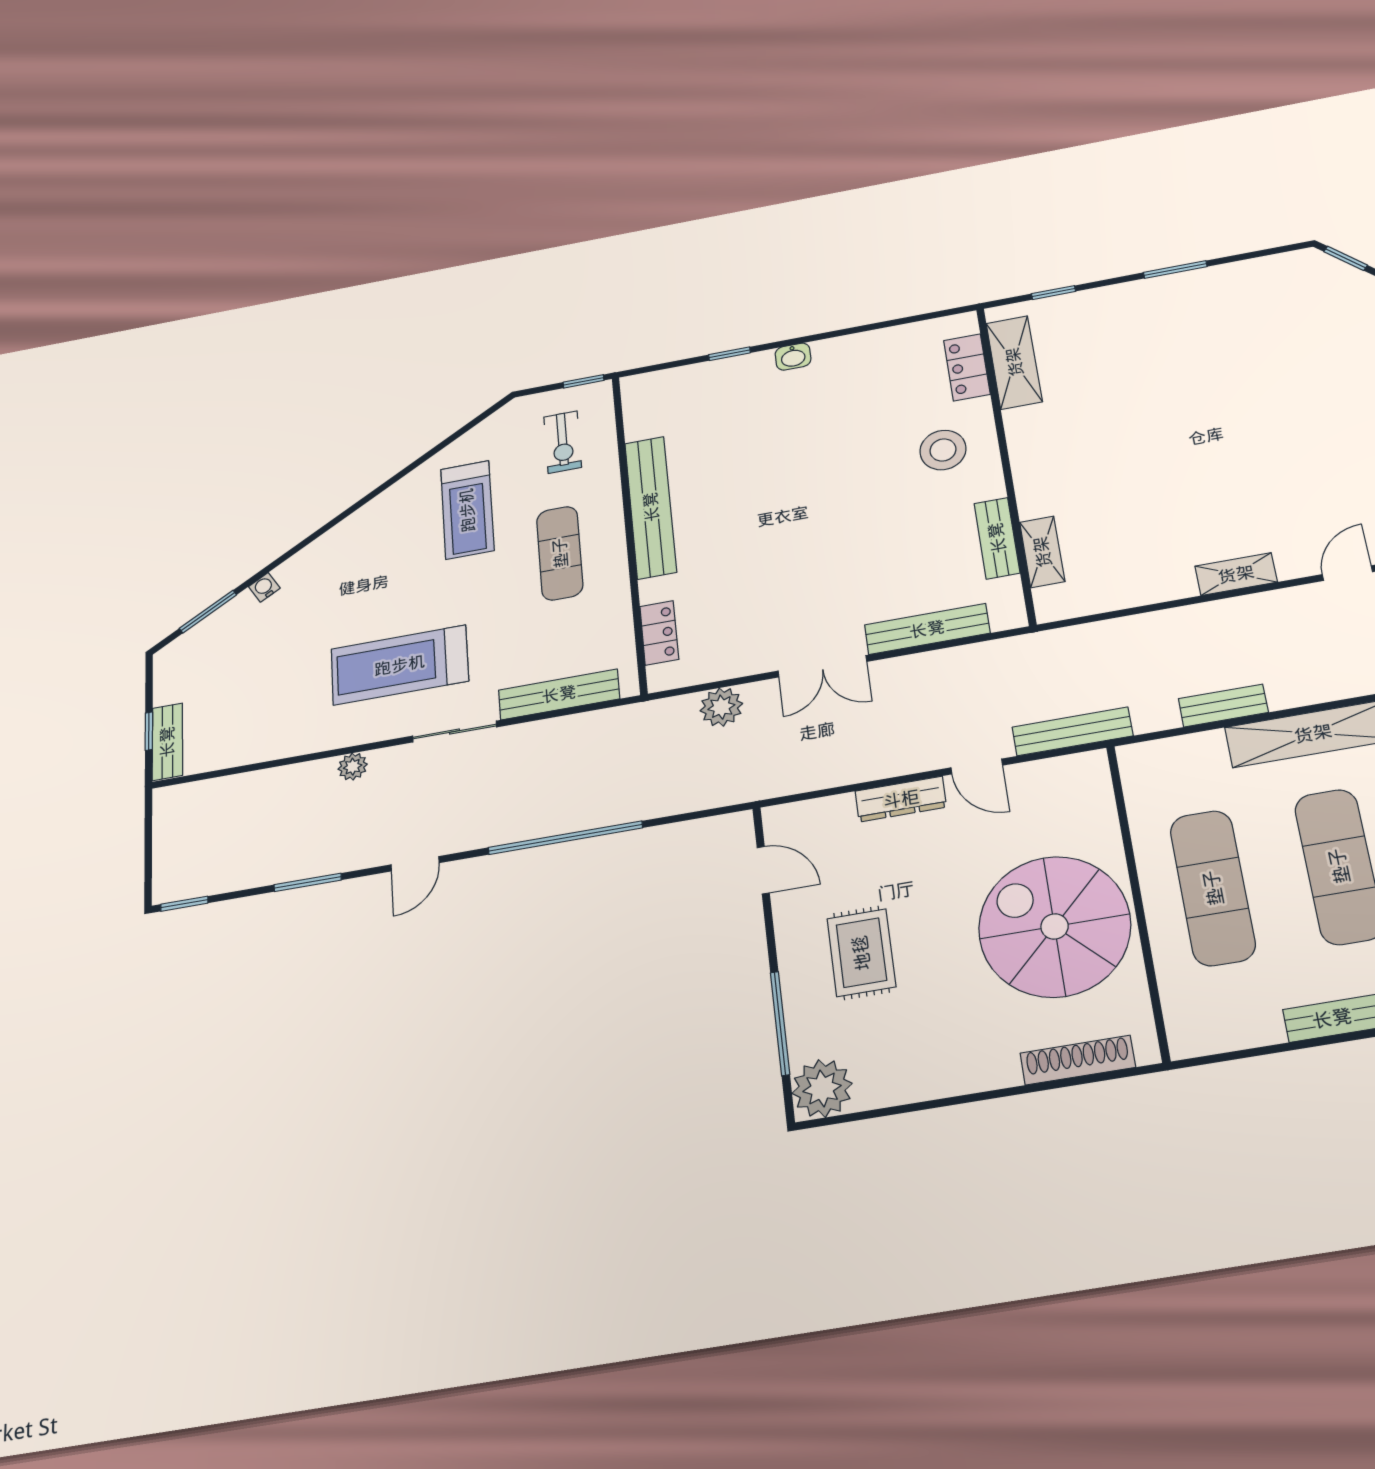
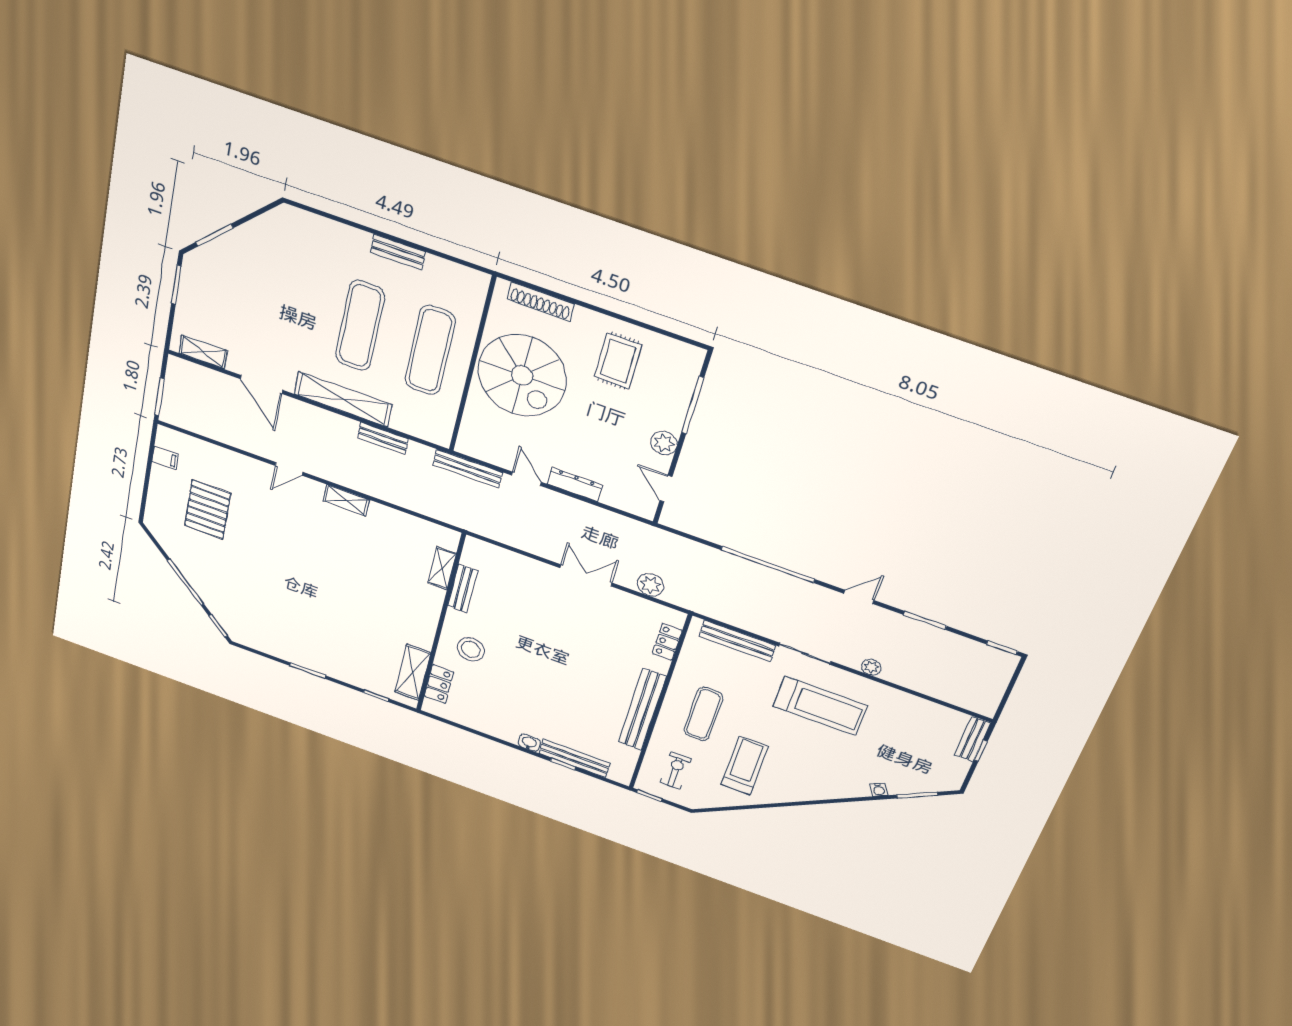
bench: (927, 629) -> (574, 758), moved
rug: (861, 953) -> (618, 361), moved
plant: (822, 1088) -> (664, 443), moved, width x0.73, depth x0.73

